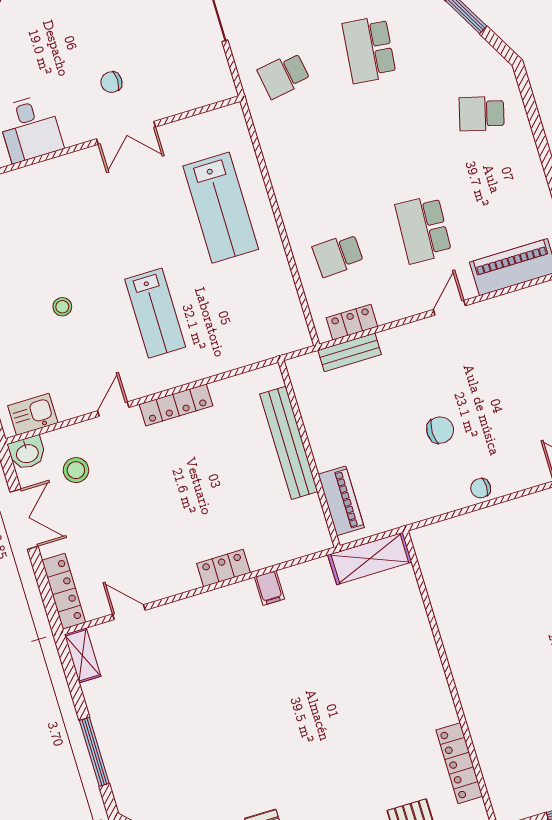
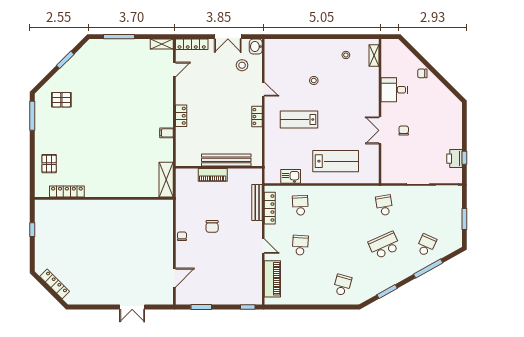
school desk: (369, 50) -> (384, 245), turned -30
lab bench: (221, 208) -> (336, 161), turned 180
school desk: (423, 229) -> (300, 245), width x0.54
locker: (352, 322) -> (270, 208), width x1.53
bench: (350, 352) -> (257, 203), width x1.36
locker: (176, 405) -> (257, 116), width x0.66
kitchen sink: (33, 414) -> (291, 176), moved, turned -90
piano: (341, 501) -> (213, 175), moved

